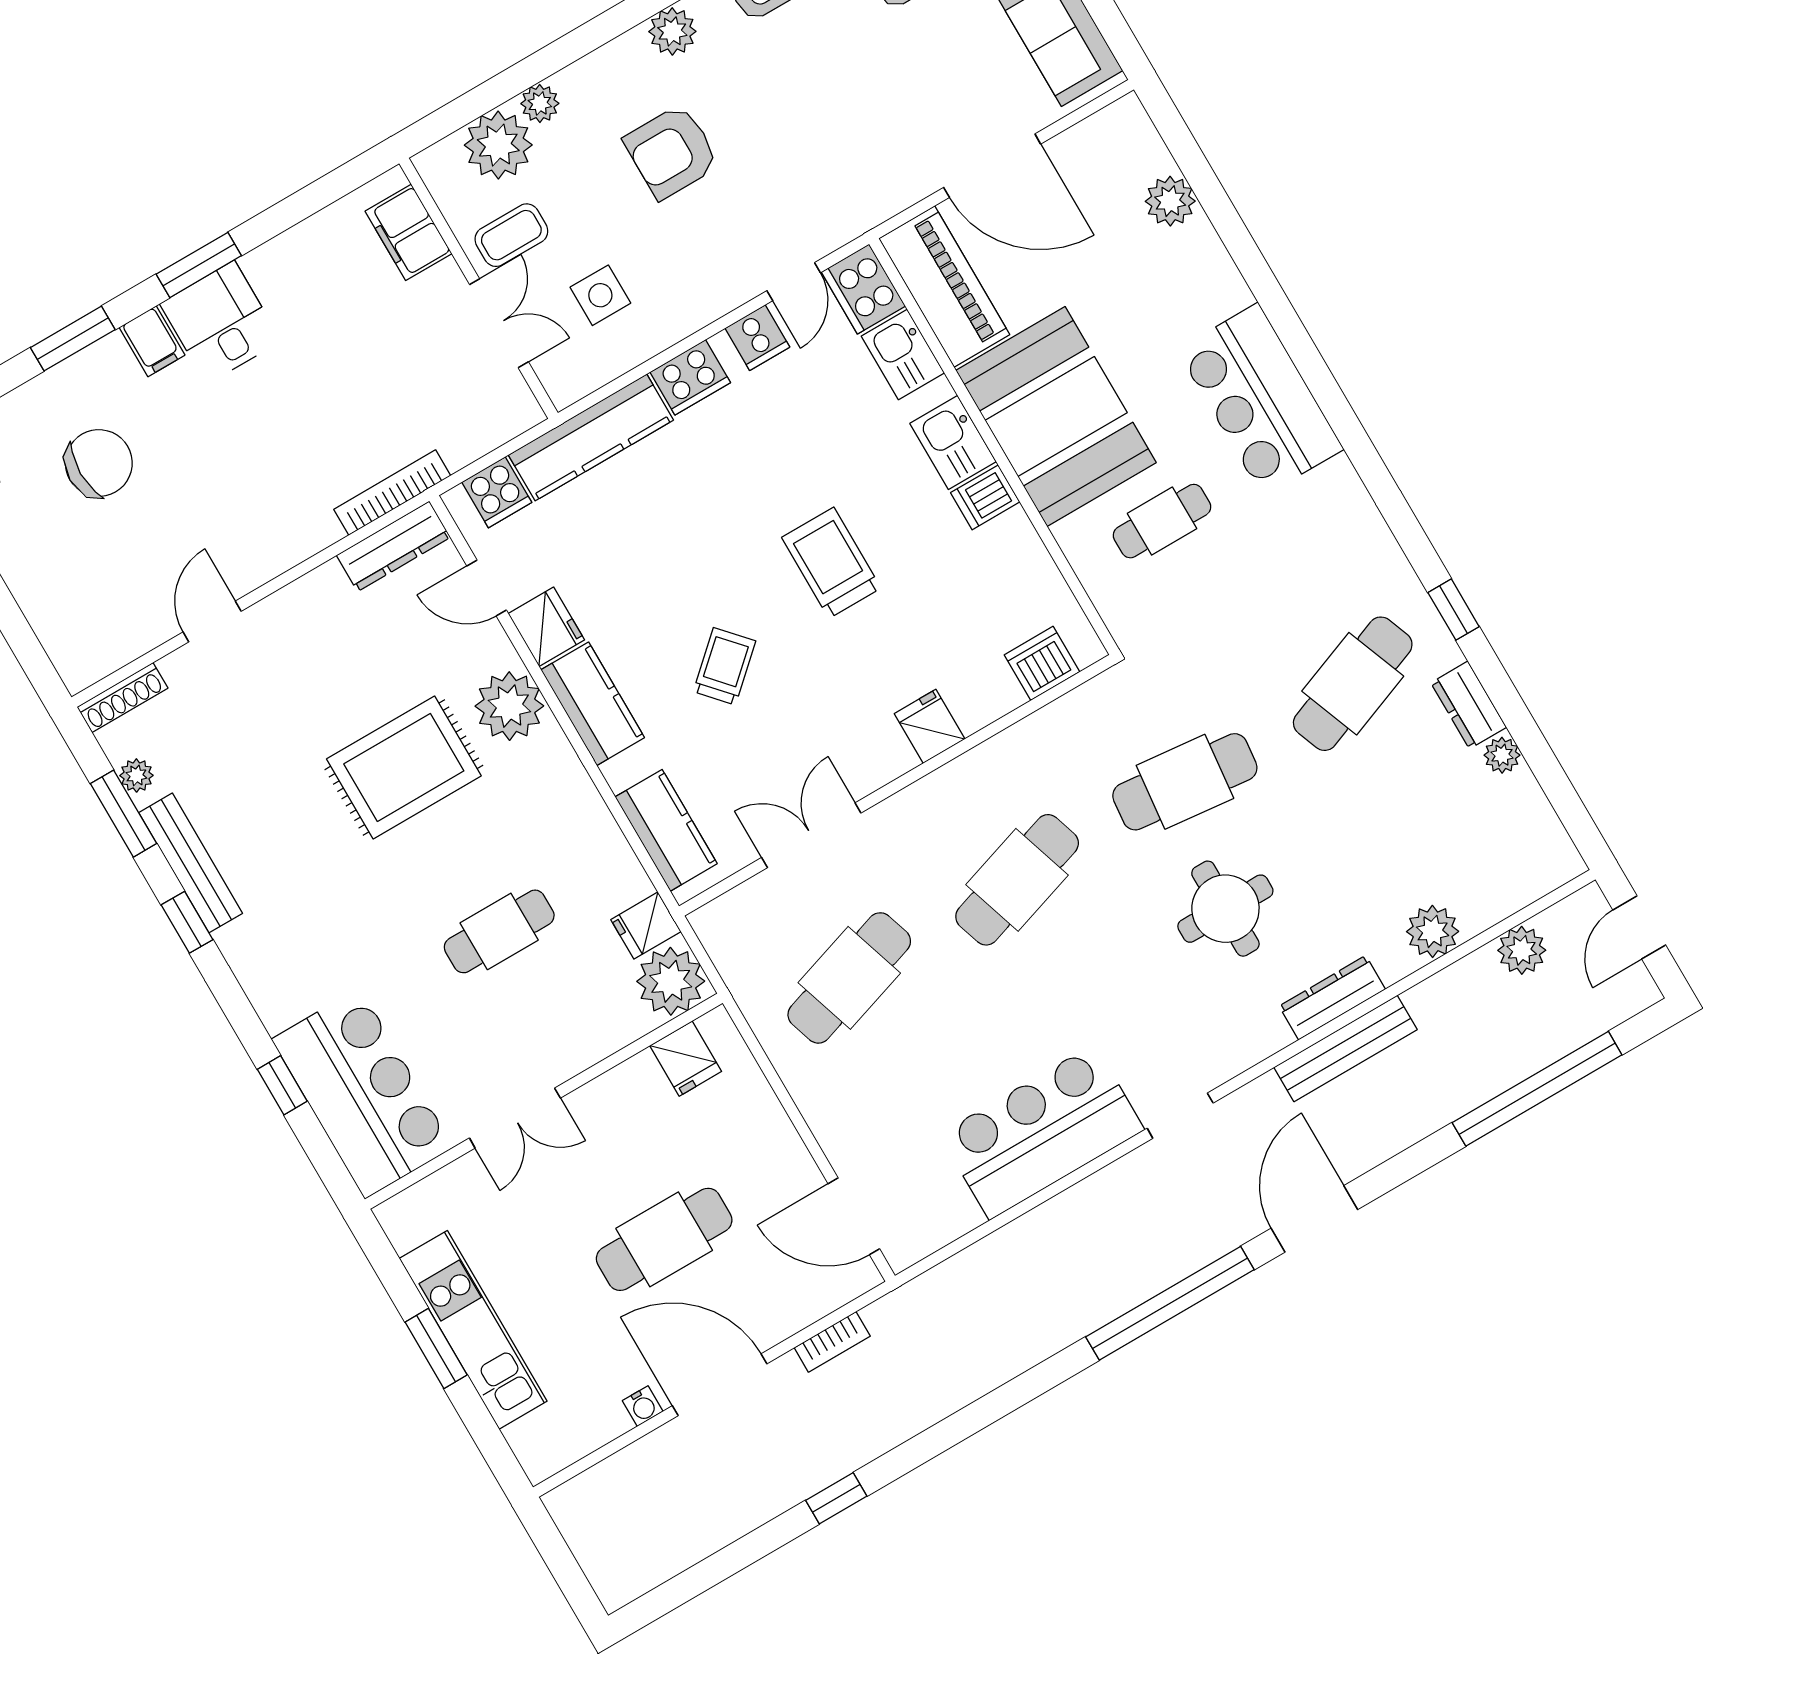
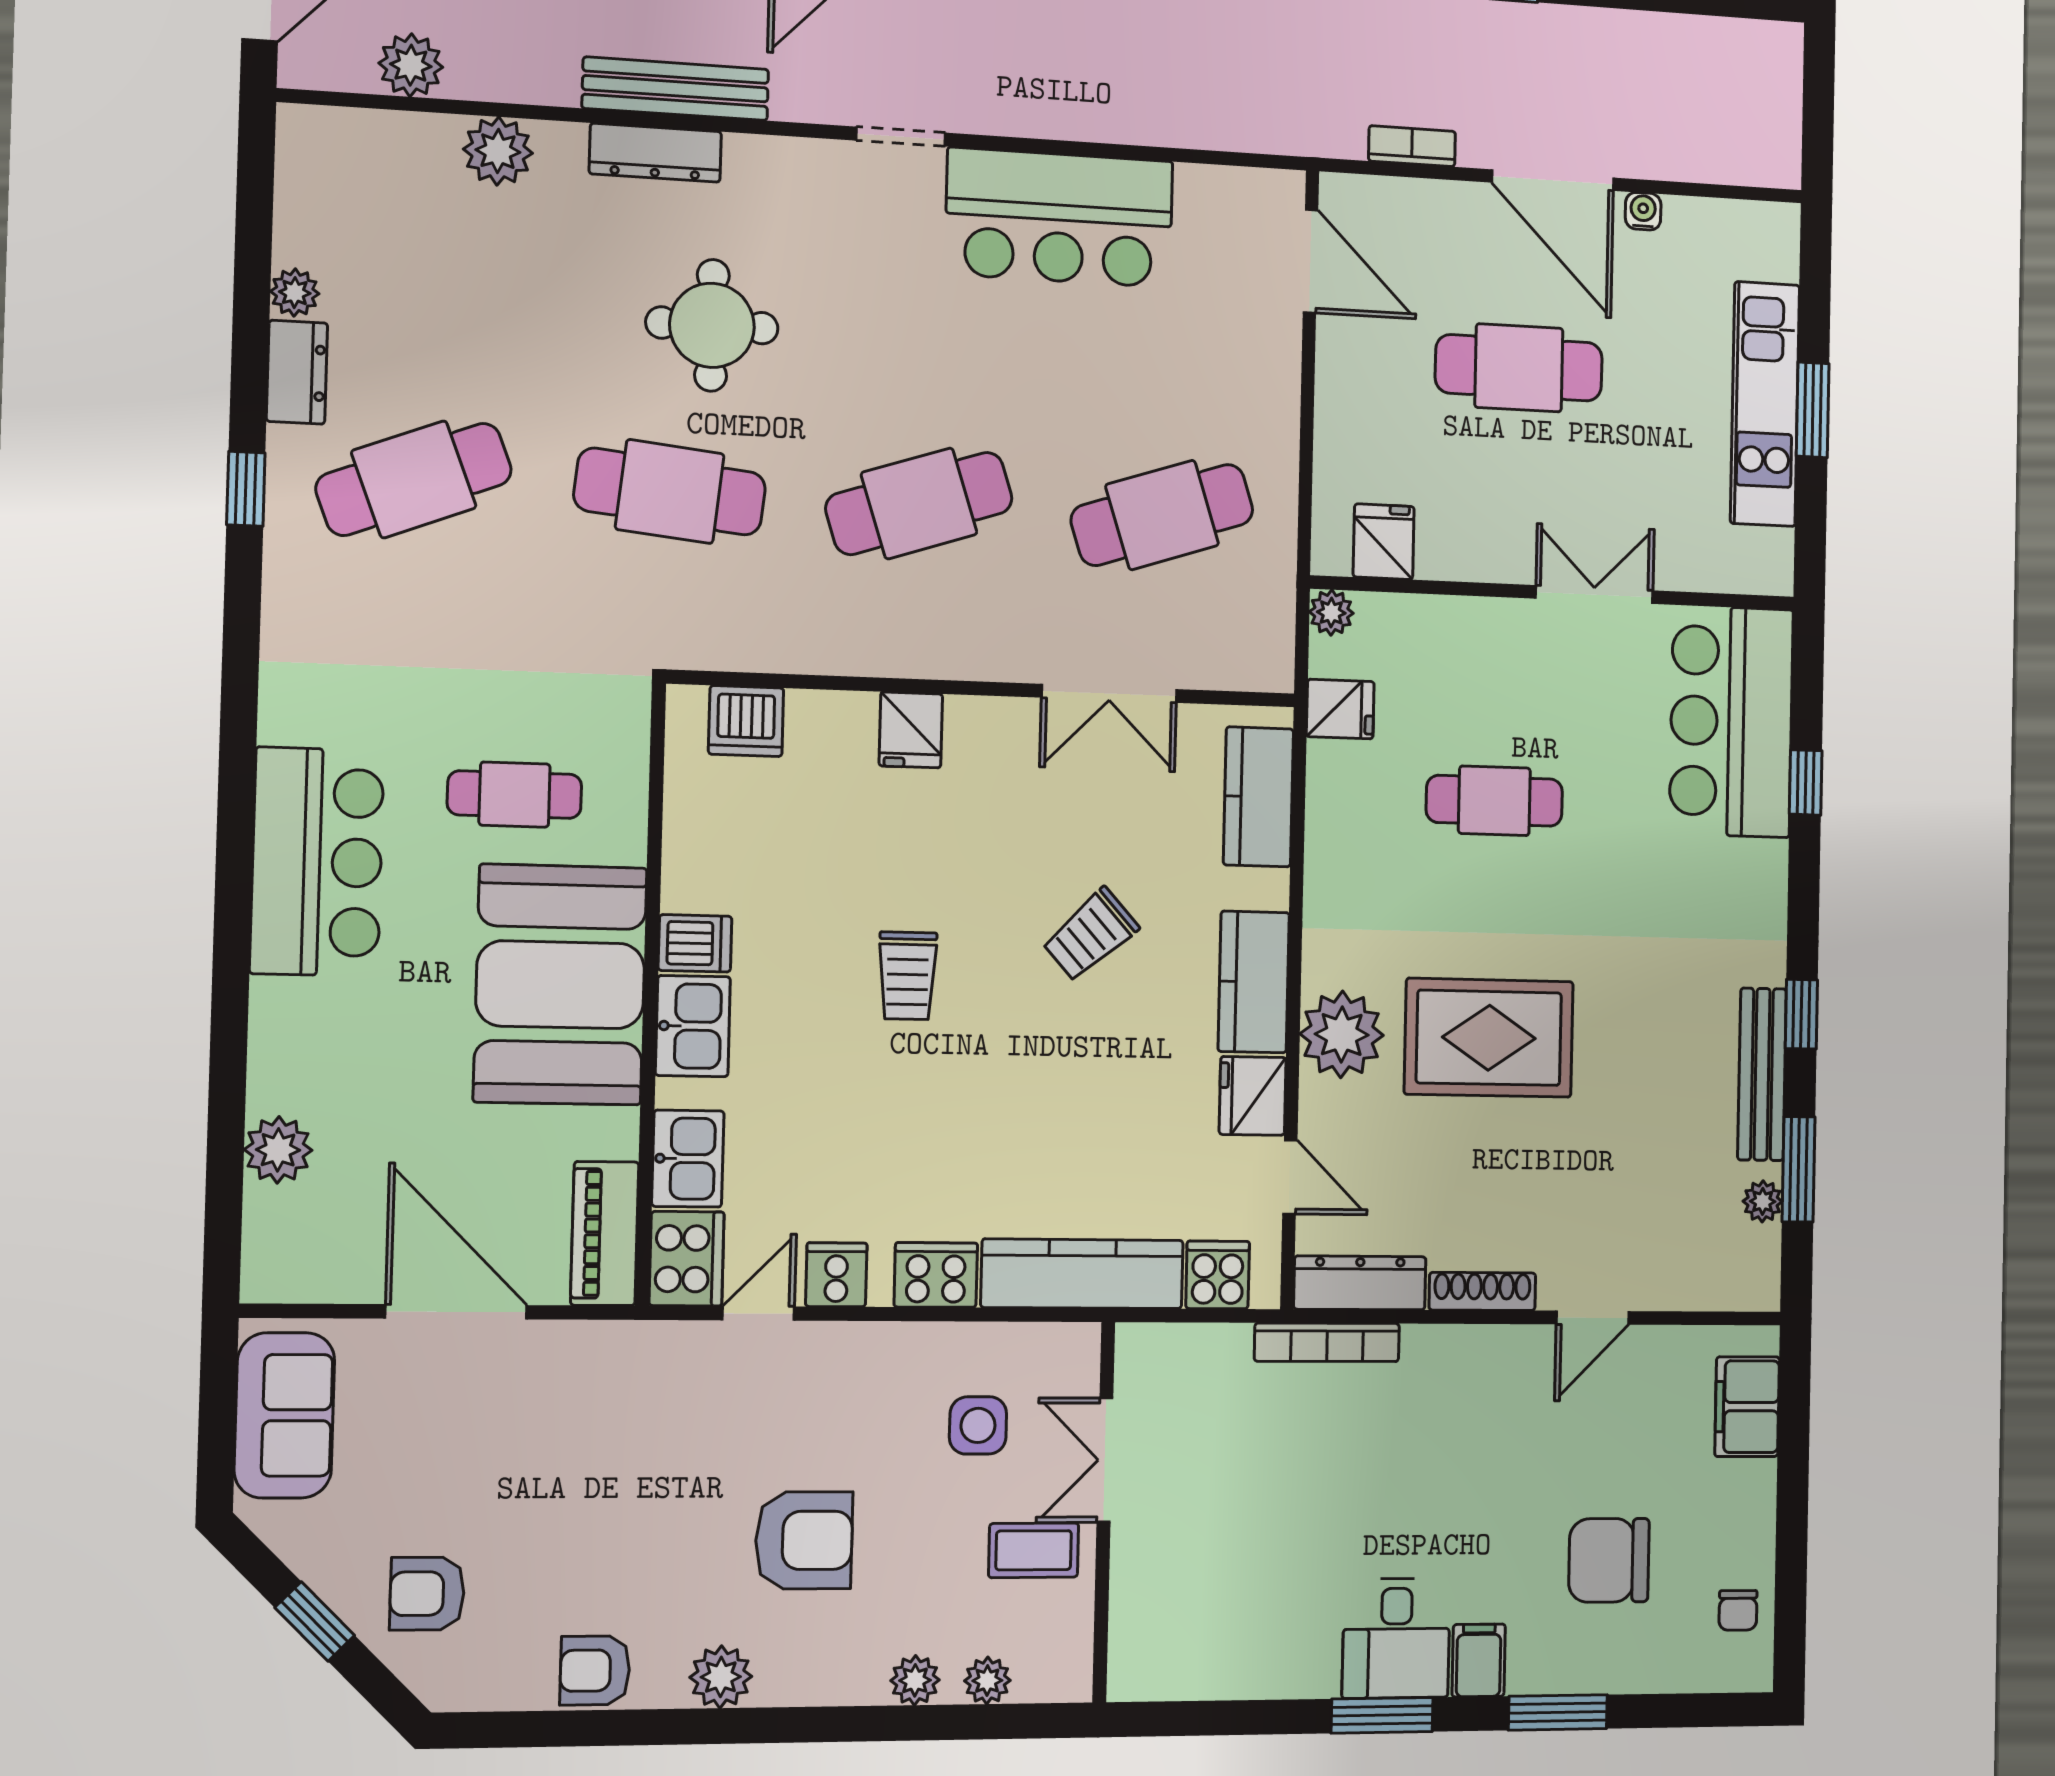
plant: (498, 145) -> (987, 1681), width x0.53, depth x0.53
filing cabinet: (409, 232) -> (1747, 1407), moved, turned 180
piano: (944, 286) -> (605, 1233), width x0.73, depth x0.75
trolley: (831, 563) -> (907, 976), width x0.73, depth x0.72
shoe rack: (122, 698) -> (1482, 1291), moved
plant: (671, 981) -> (1331, 612), width x0.53, depth x0.53

